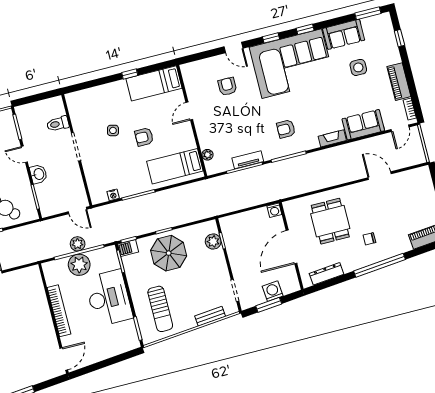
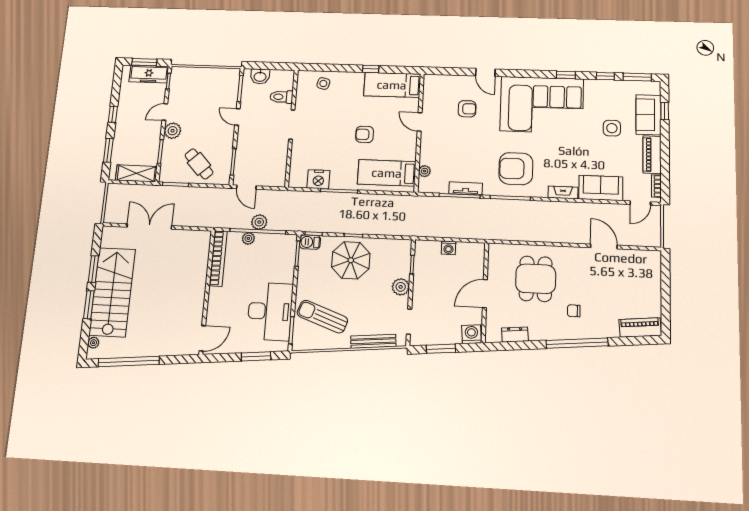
sofa: (344, 34) -> (648, 115), moved, turned 90
window: (271, 38) -> (605, 76), moved
armchair: (227, 86) -> (467, 109), turned 90
door: (189, 111) -> (420, 122), hinge flipped
armchair: (286, 129) -> (516, 169), width x1.88, depth x1.88
side table: (113, 130) -> (323, 83), moved
washbasin: (38, 174) -> (260, 76), moved, turned 90
nightstand: (113, 195) -> (318, 179), width x1.89, depth x1.79
door: (77, 210) -> (246, 187), moved
washing machine: (274, 210) -> (449, 248), moved
plant: (213, 241) -> (401, 287), moved
door: (291, 247) -> (485, 294), width x0.73
plant: (79, 265) -> (248, 238), width x0.53, depth x0.53
dresser: (326, 274) -> (515, 335), width x0.70
washing machine: (273, 291) -> (472, 334), moved
desk: (109, 298) -> (270, 311), moved
sun lounger: (160, 309) -> (322, 317), turned 110
bookcase: (59, 311) -> (218, 258), moved
bench: (210, 316) -> (373, 341), width x1.36
window: (115, 360) -> (256, 356), added

